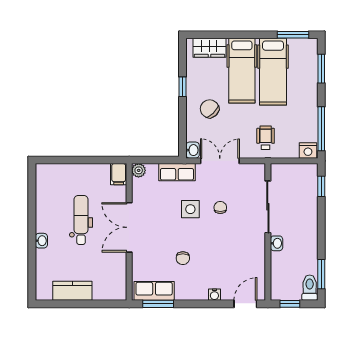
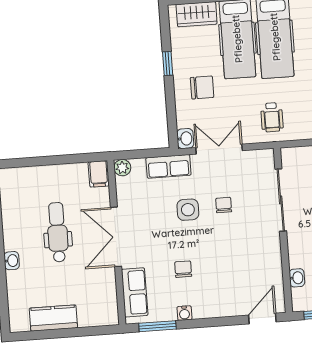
chair: (210, 109) -> (202, 87), turned 134
wheelchair: (266, 138) -> (272, 117), turned 180
washbasin: (277, 243) -> (297, 278), moved
chair: (183, 258) -> (183, 269), turned 180
row of seats: (154, 291) -> (135, 292), moved, turned 90
water cooler: (214, 295) -> (184, 313), moved

